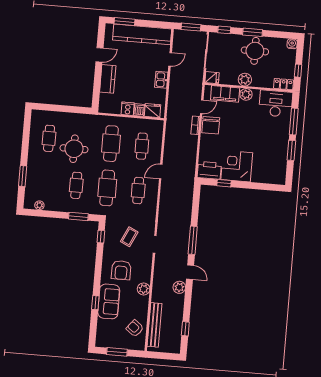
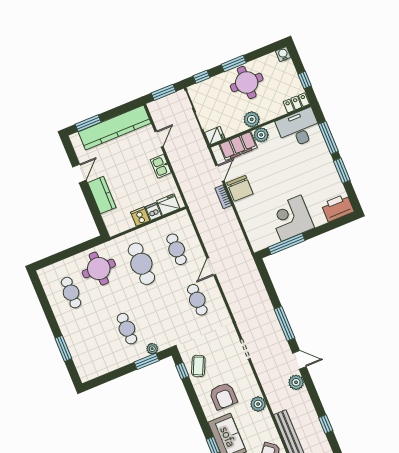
round table: (74, 149) -> (99, 269), moved
printer: (209, 170) -> (338, 208), moved
window: (224, 183) -> (287, 244), width x2.17
cafe table: (107, 188) -> (162, 314), removed
plant: (39, 205) -> (152, 349), moved
coffee table: (129, 237) -> (198, 366), moved

